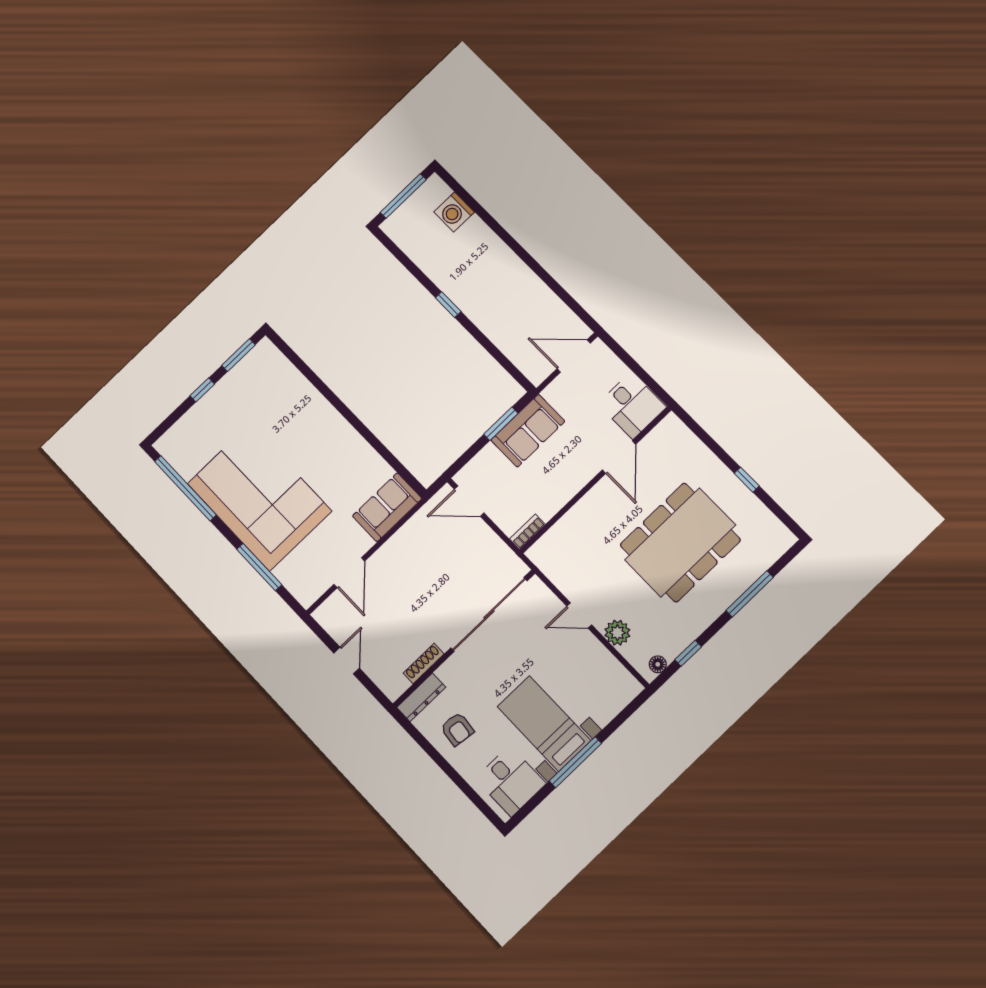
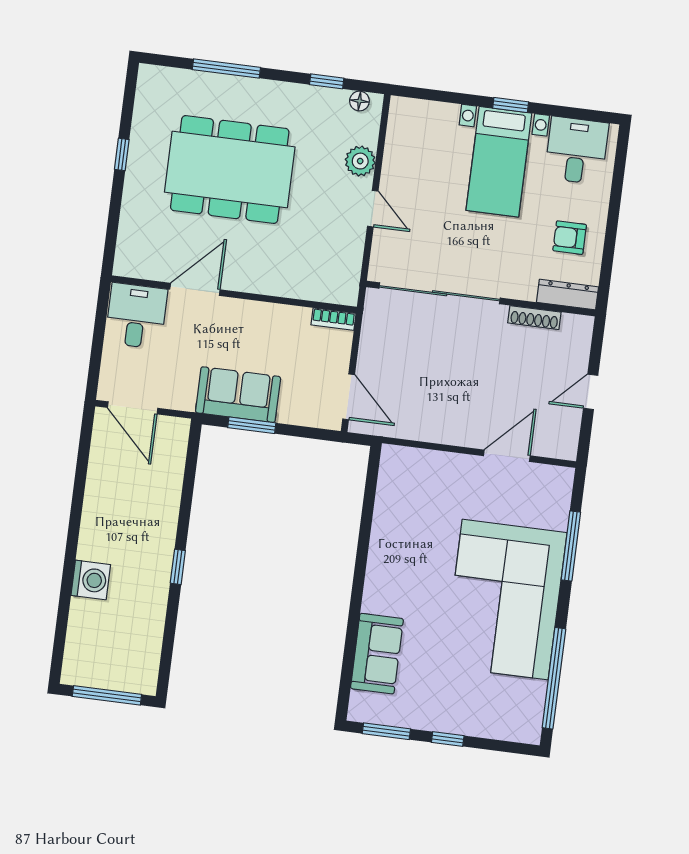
washing machine: (454, 212) -> (91, 580), moved
sofa: (387, 507) -> (377, 654), moved, turned -90
armchair: (457, 729) -> (570, 238), turned -97
window: (575, 762) -> (511, 105), width x0.46

